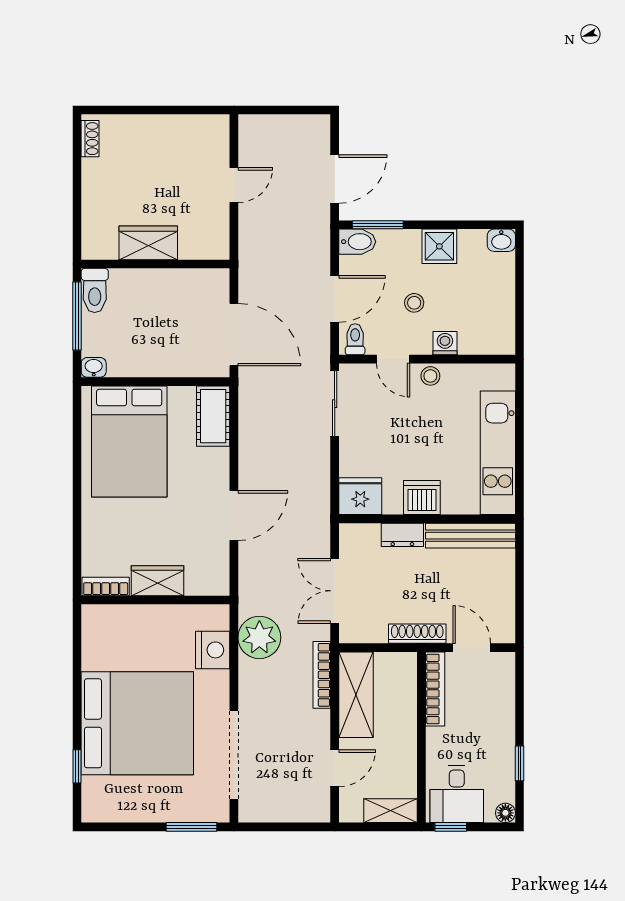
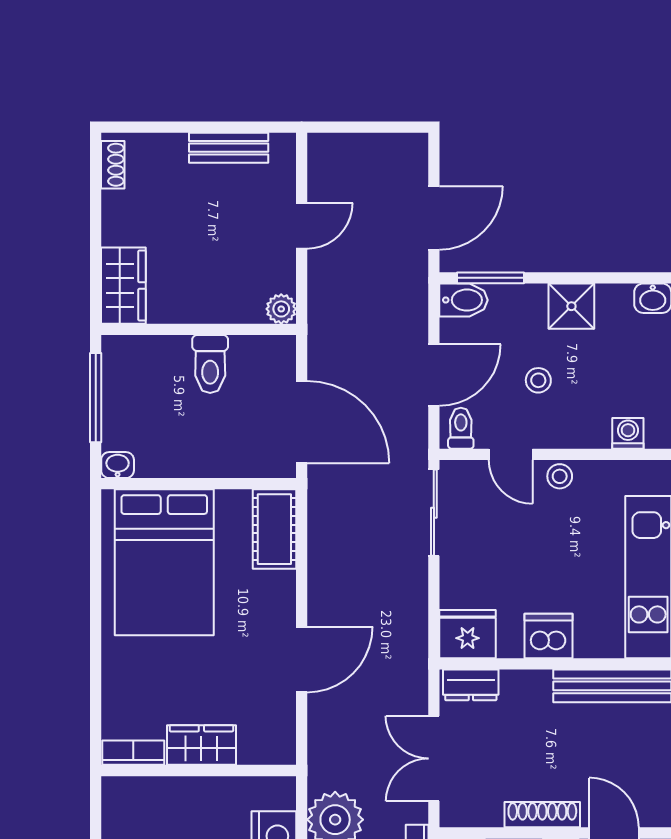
bench: (178, 126) -> (229, 148), added
wardrobe: (148, 243) -> (123, 286), moved, turned 90
plant: (218, 248) -> (281, 309), added
toilet: (95, 290) -> (210, 364), moved
washing machine: (445, 343) -> (628, 433), moved
dresser: (402, 535) -> (471, 685), moved

